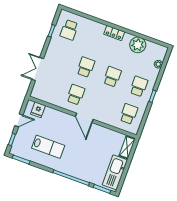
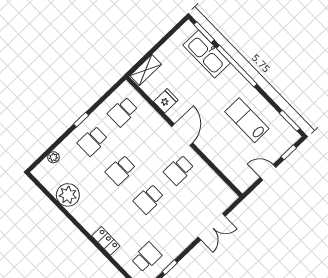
locker: (114, 33) -> (106, 241), moved
fridge: (38, 110) -> (166, 101), moved
kitchen sink: (115, 172) -> (207, 54), moved, turned 90

